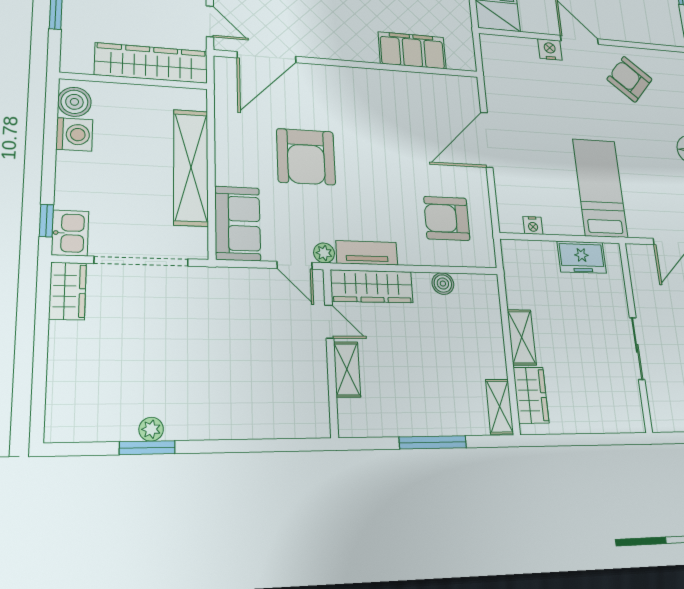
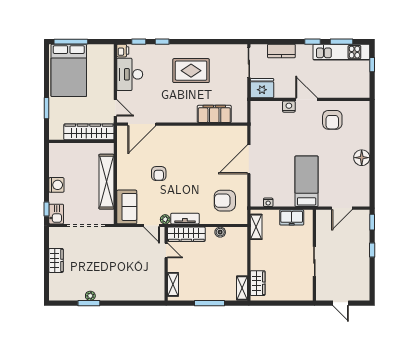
armchair: (630, 79) -> (332, 120), turned -130
boiler: (74, 102) -> (56, 154), removed
washing machine: (74, 134) -> (56, 185), moved
armchair: (306, 157) -> (159, 174), width x0.53, depth x0.53
wardrobe: (67, 291) -> (56, 260), moved
shelving: (522, 337) -> (256, 227), moved
shelving: (347, 369) -> (173, 284), moved

